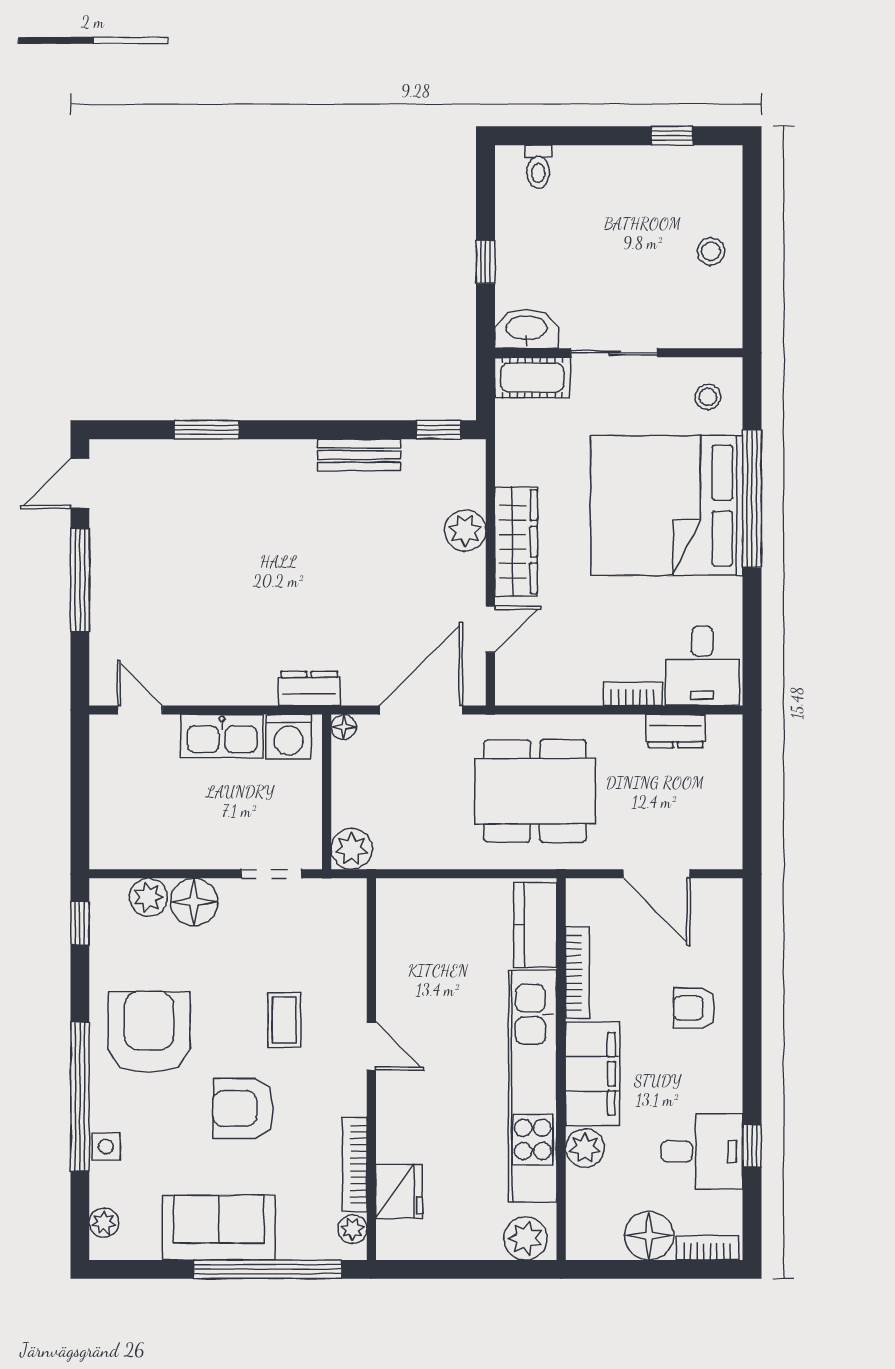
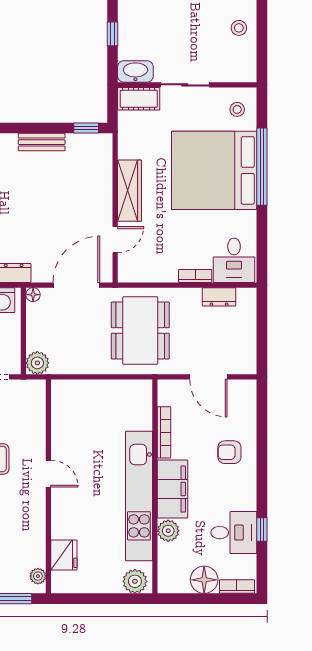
plant: (465, 530) -> (101, 184), removed
dining table: (535, 791) -> (140, 331), turned 90
kitchen counter: (535, 925) -> (140, 406), removed
bookcase: (355, 1164) -> (39, 540), removed

